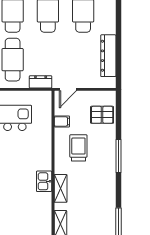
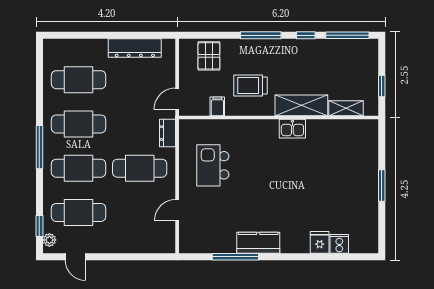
door: (68, 89) -> (177, 99), swing flipped
shelving: (61, 188) -> (301, 105), width x1.50, depth x1.33
window: (118, 192) -> (306, 35), added

